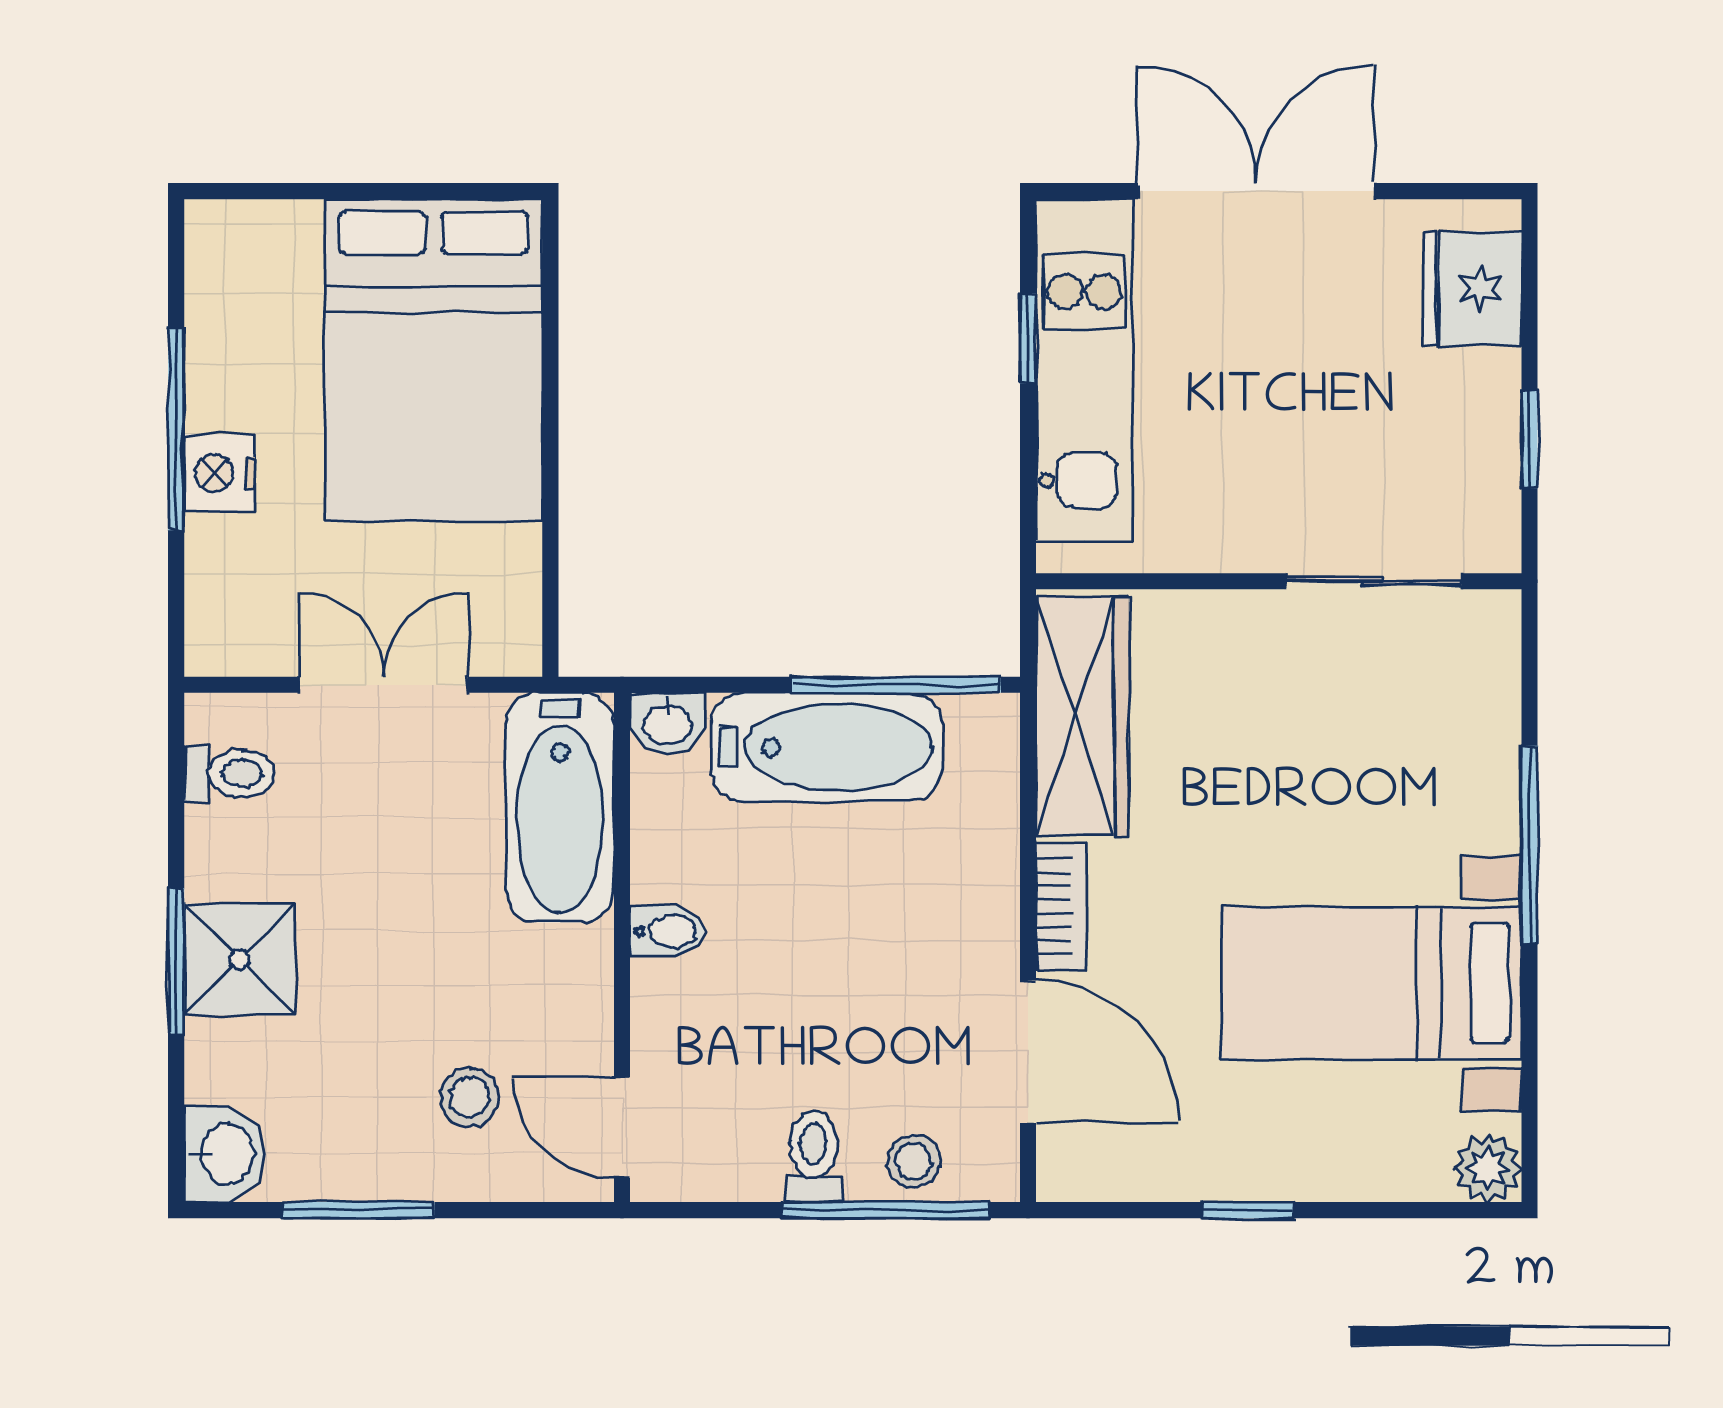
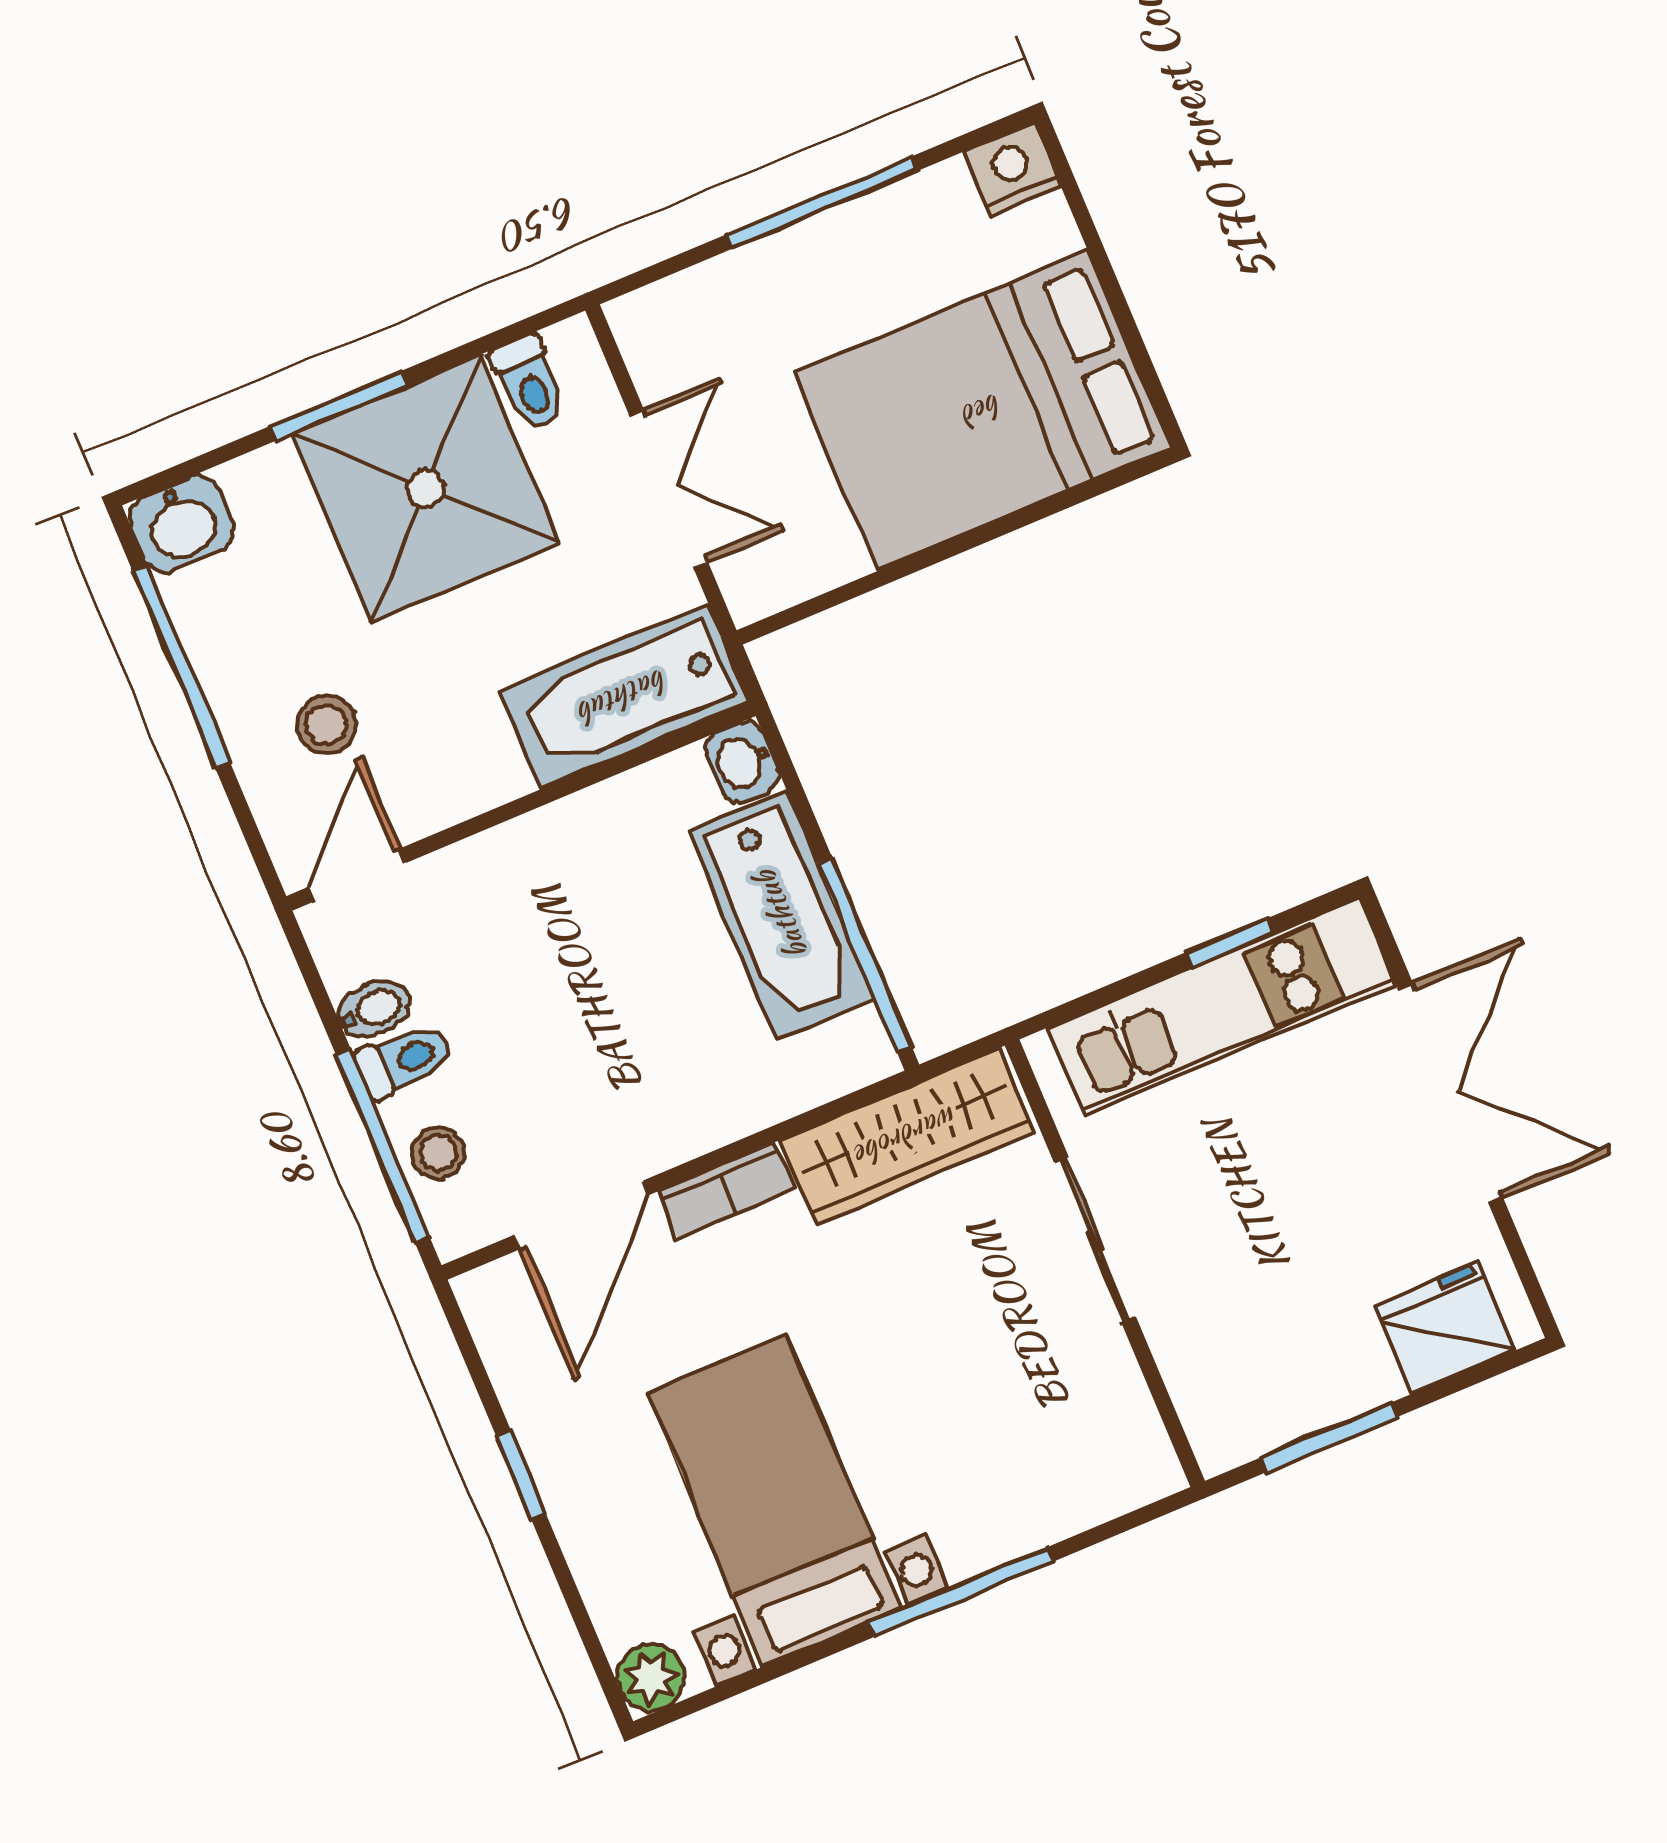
window: (1529, 440) -> (1330, 1437), width x1.50
nightstand: (220, 473) -> (1012, 169), moved
sliding door: (1373, 581) -> (1095, 1239), moved
bidet: (667, 931) -> (374, 1009), moved, turned -90
shower: (240, 959) -> (426, 488), width x1.86, depth x1.86
window: (359, 1210) -> (181, 667), width x1.44

